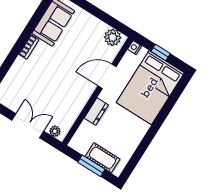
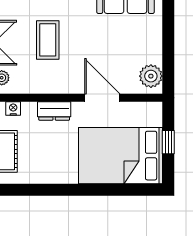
nightstand: (135, 48) -> (13, 109), moved
coffee table: (49, 88) -> (48, 40), added

